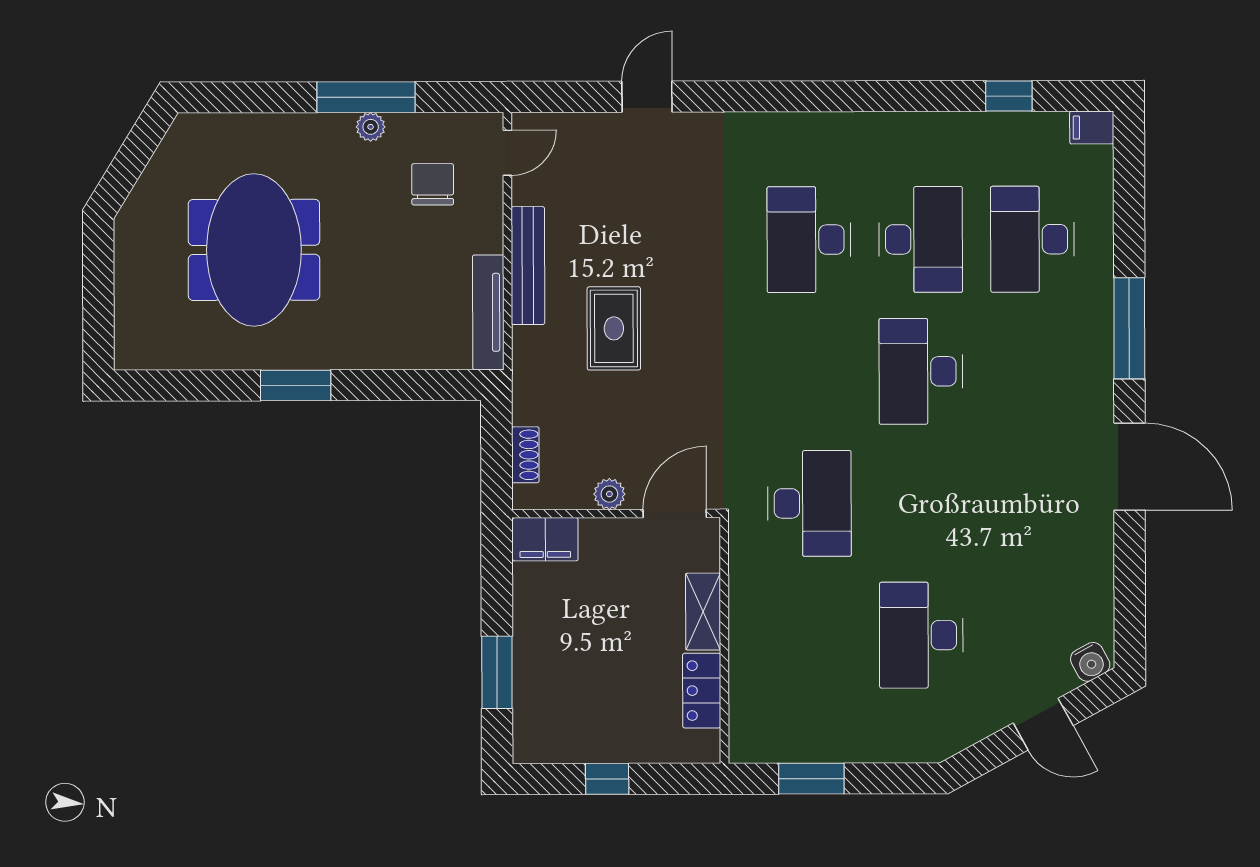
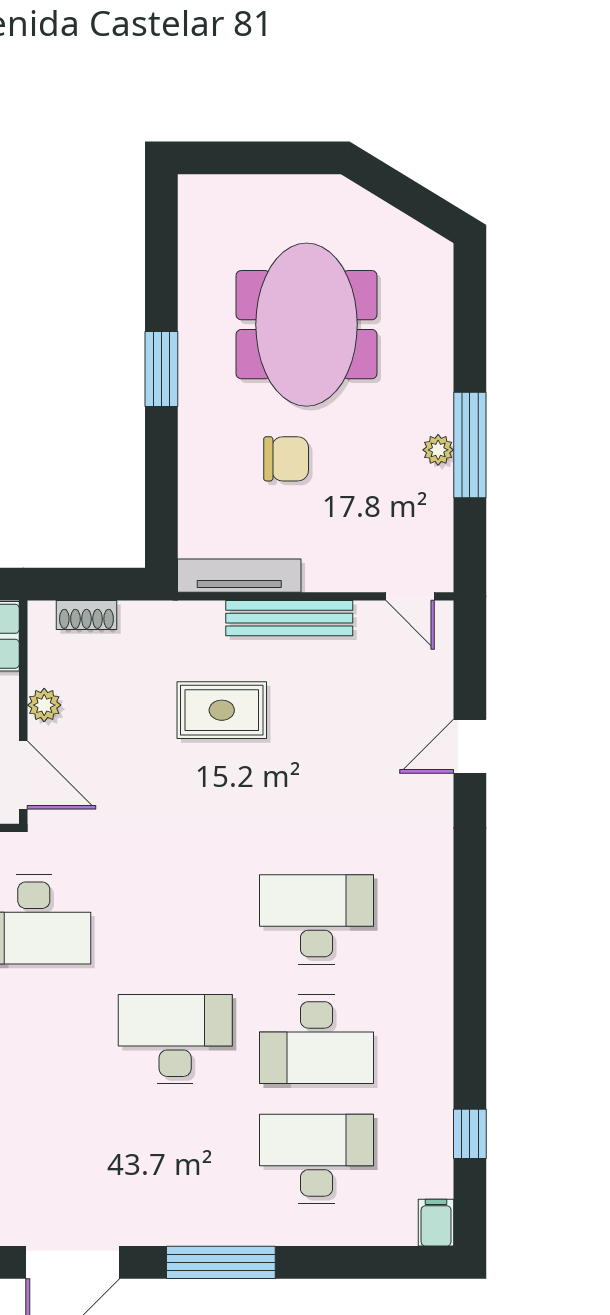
door: (647, 97) -> (470, 746), swing flipped
chair: (433, 184) -> (286, 459), moved
meeting table: (254, 250) -> (307, 325), turned 90

